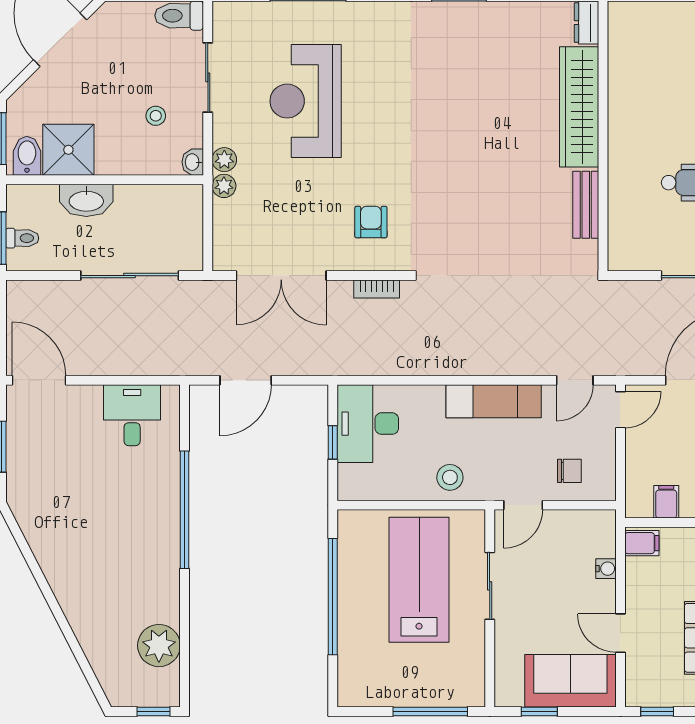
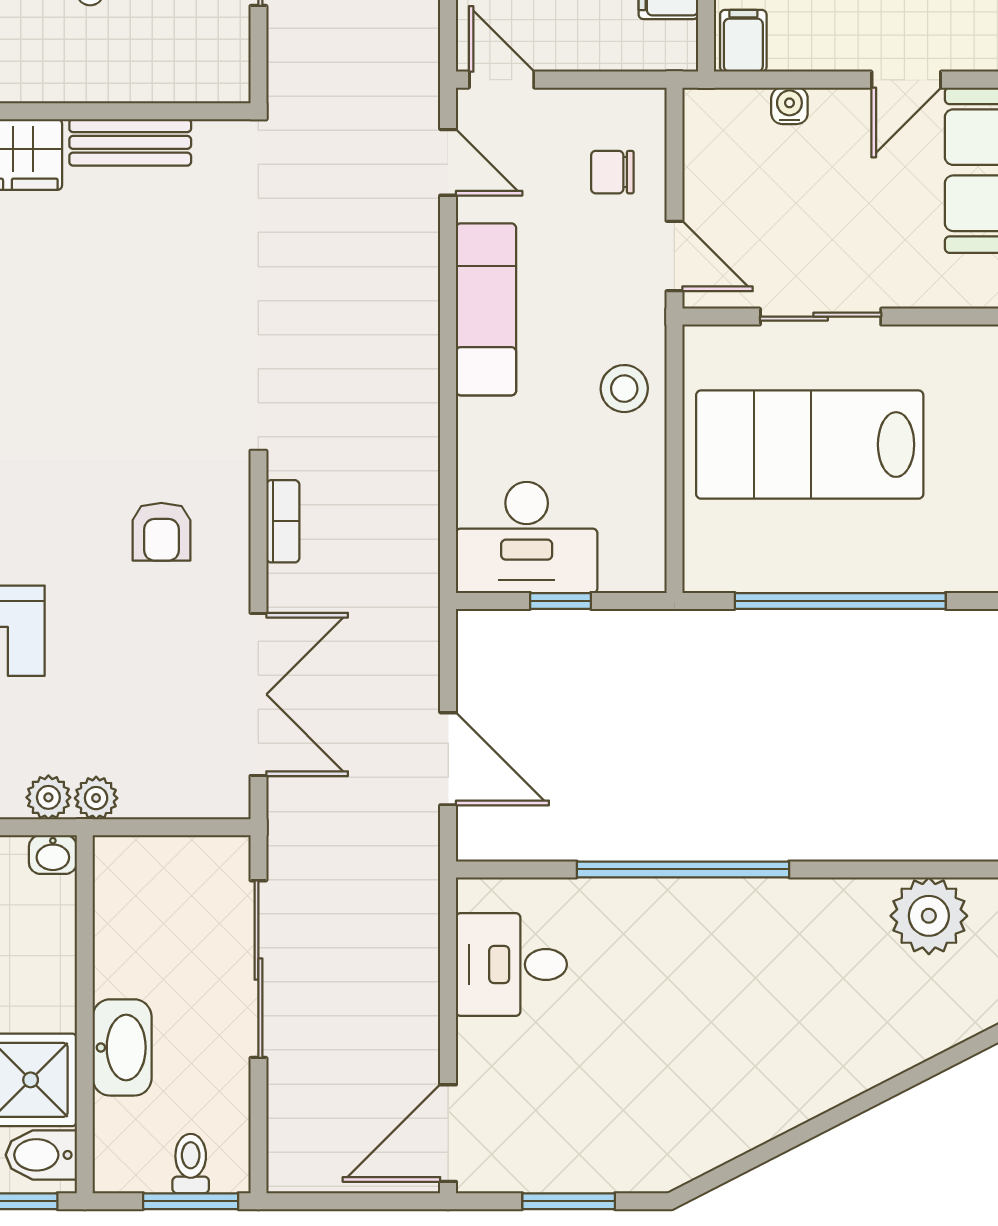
armchair: (371, 222) -> (161, 532), turned -90
chair: (569, 471) -> (612, 172), turned -90

